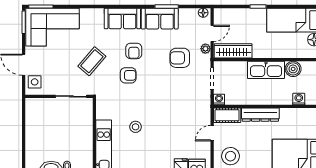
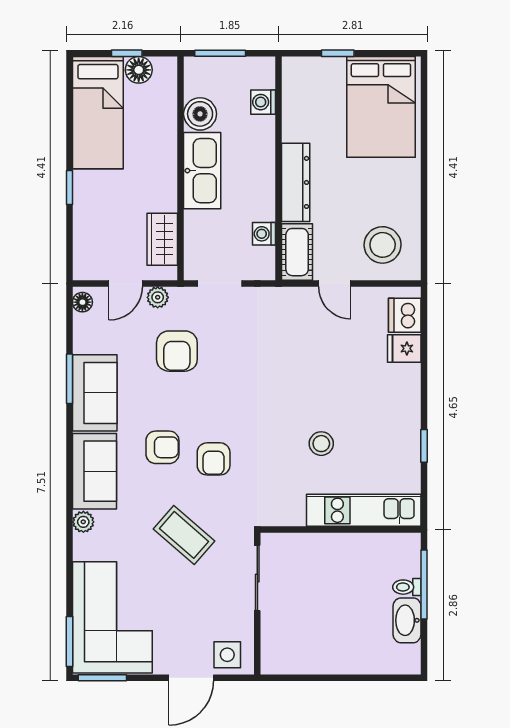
plant: (98, 13) -> (83, 522), added
door: (212, 33) -> (126, 283), swing flipped
wardrobe: (233, 51) -> (162, 239), width x0.67
armchair: (128, 75) -> (214, 459), turned 180
washing machine: (219, 99) -> (264, 234), moved

